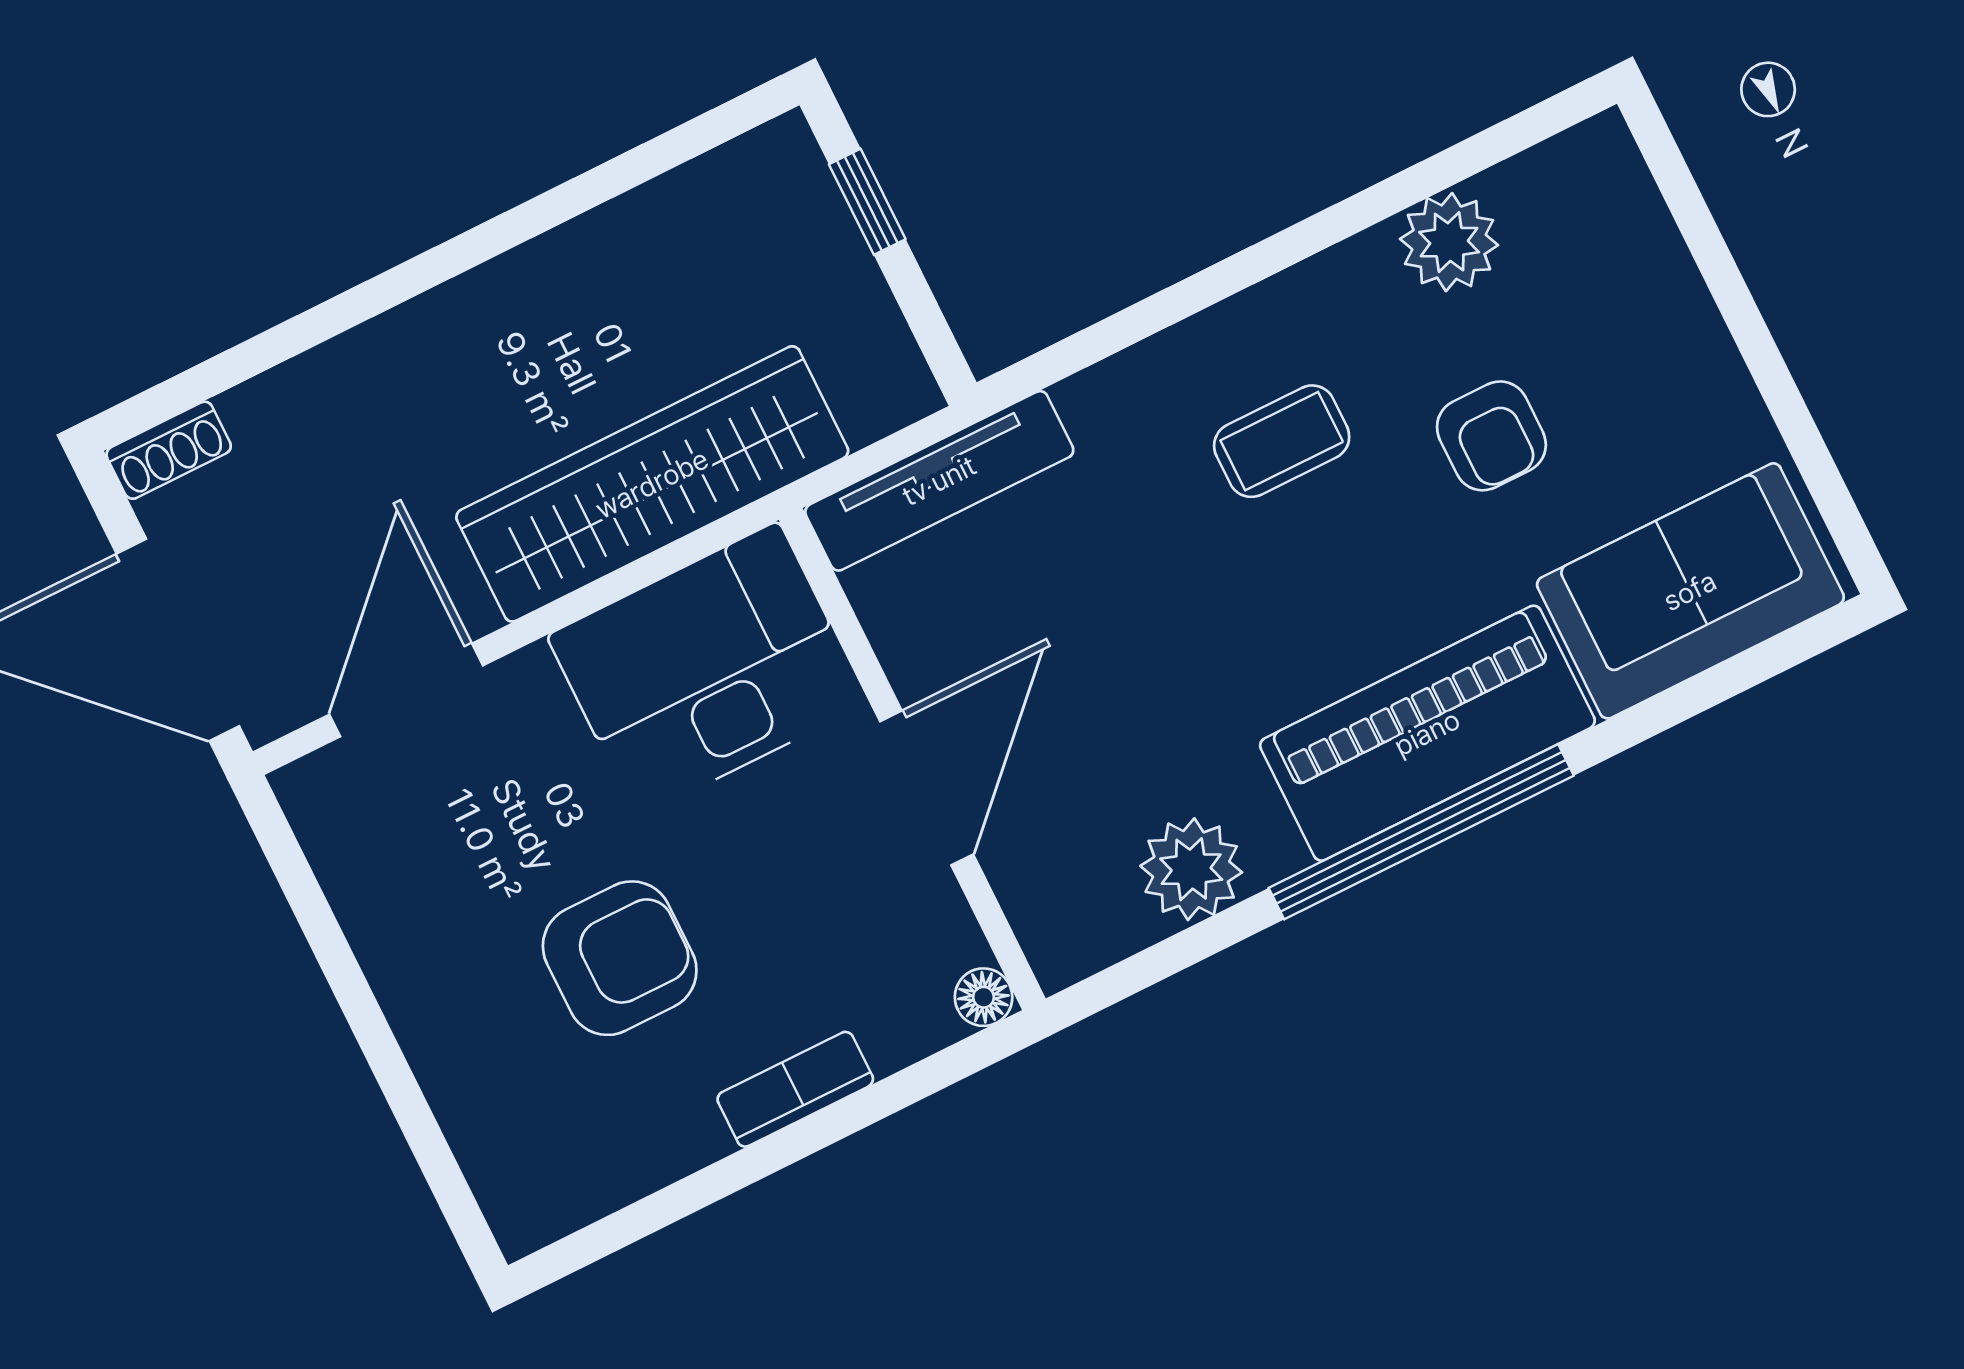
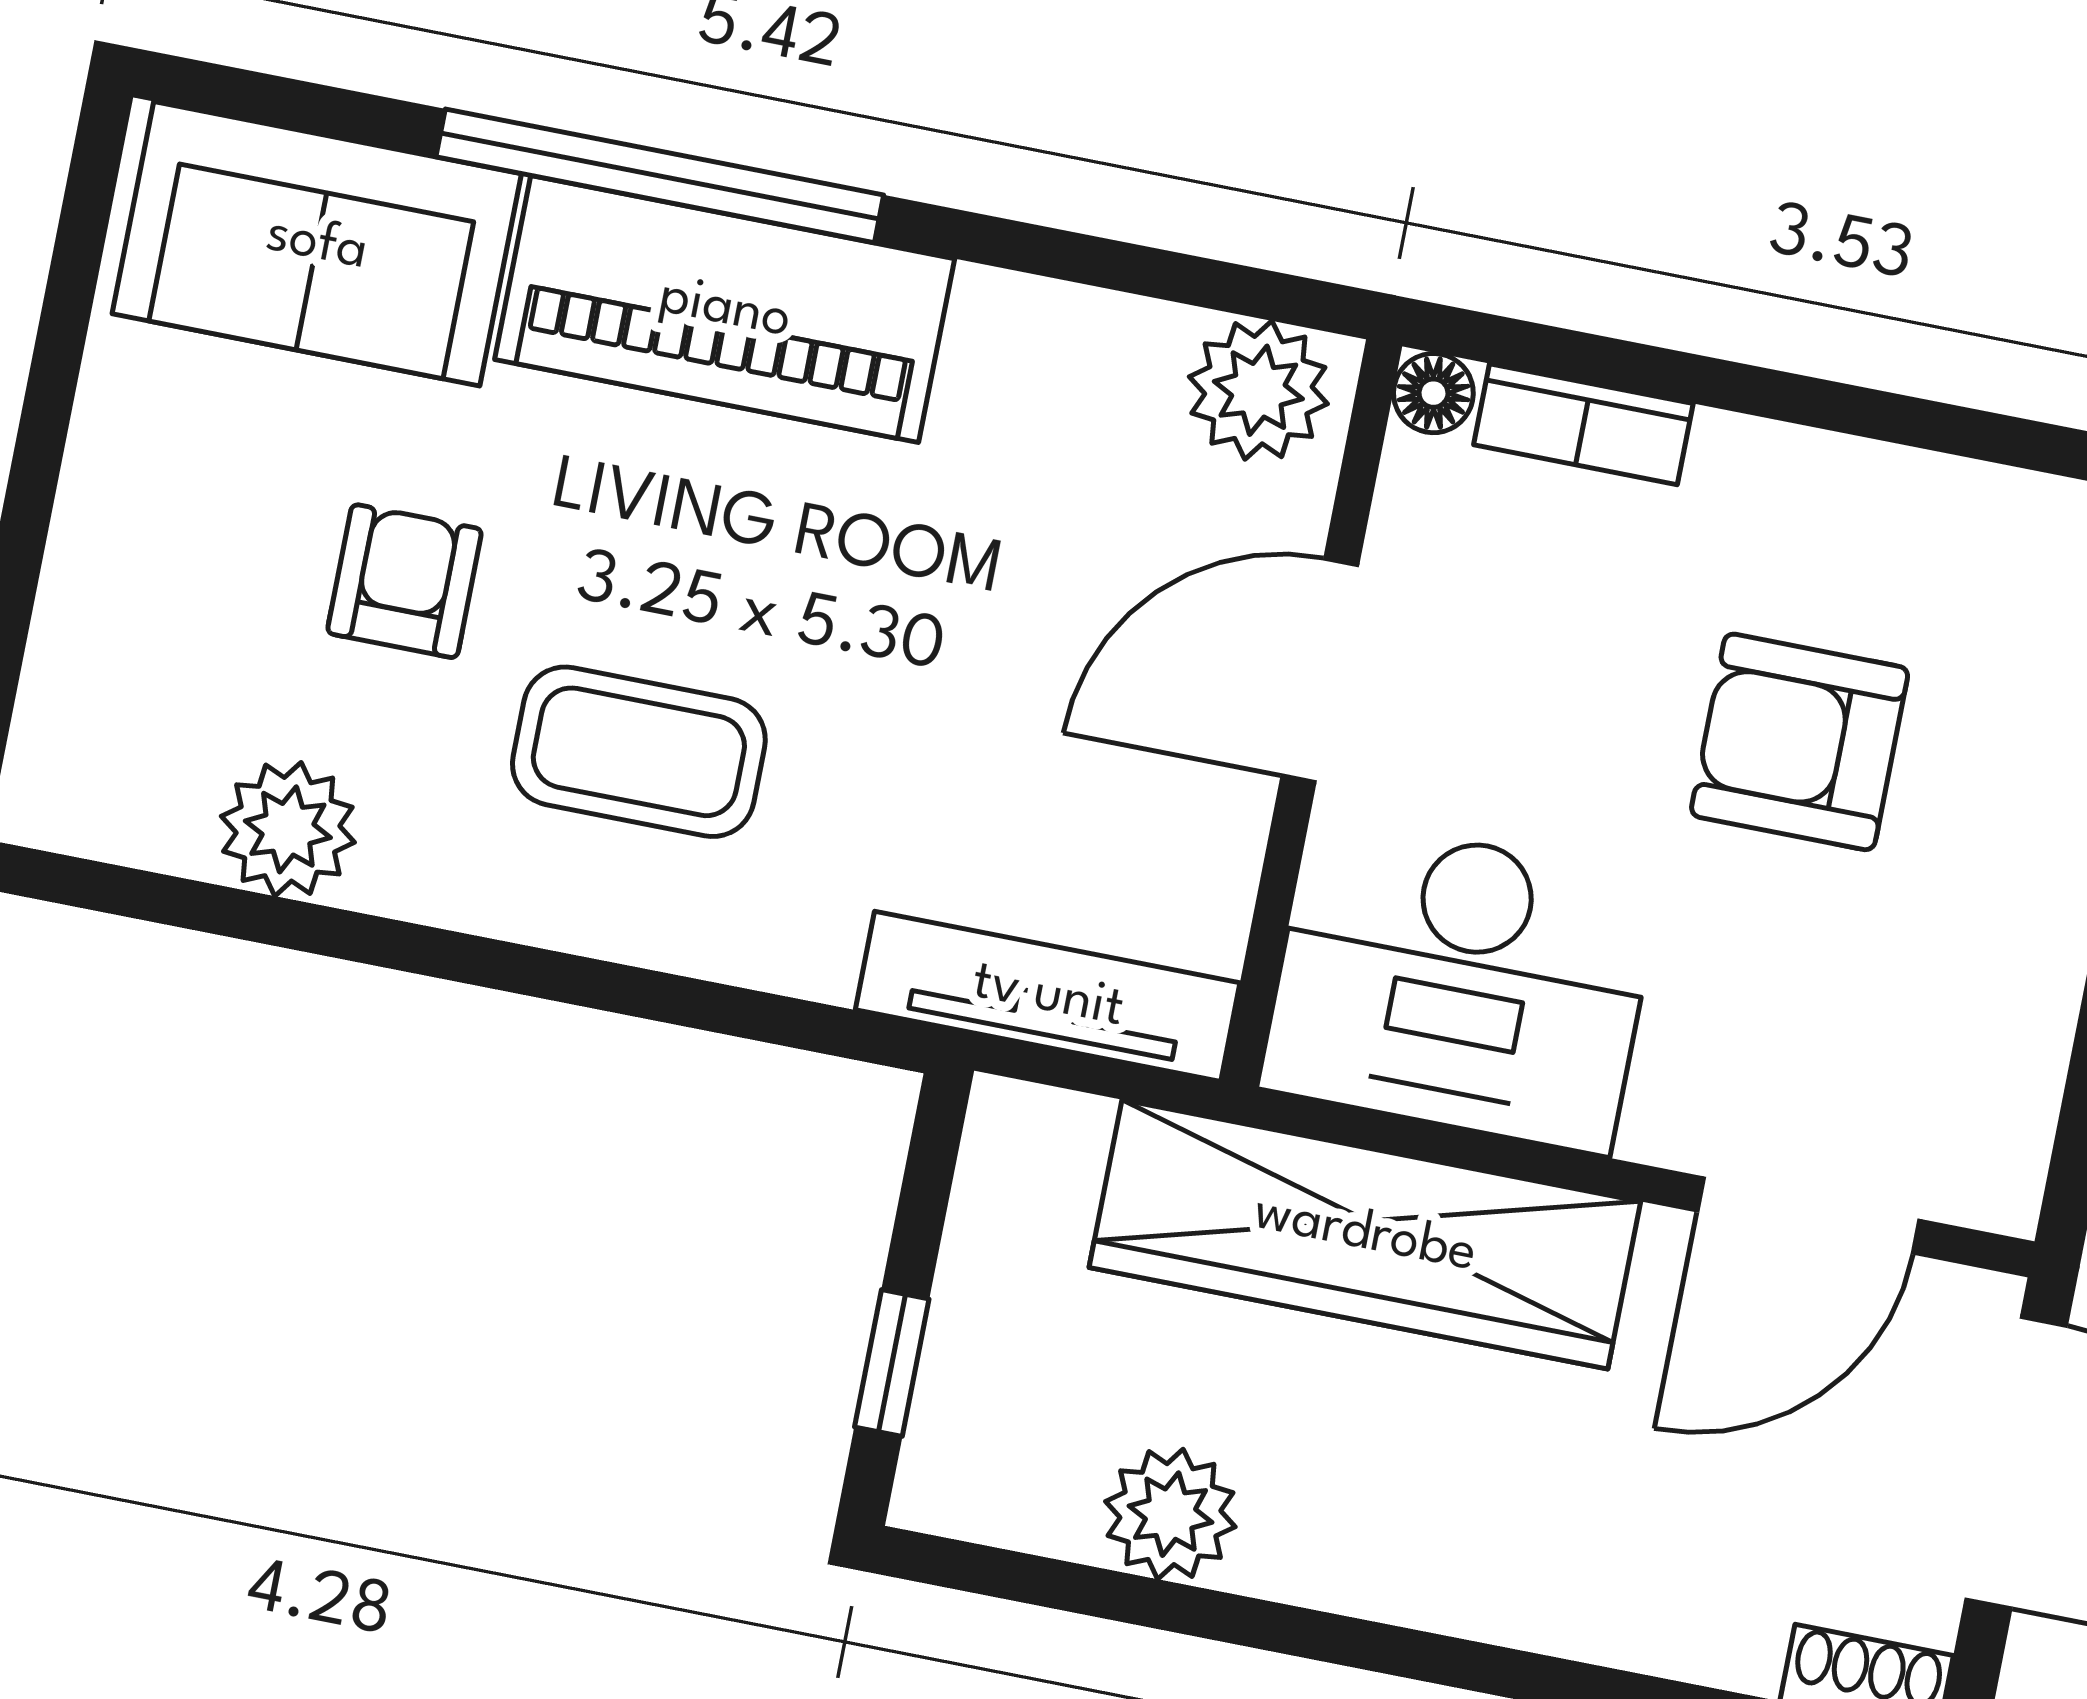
plant: (641, 238) -> (1170, 1514), added
coffee table: (1282, 441) -> (639, 752), width x1.36, depth x1.30
window: (1421, 832) -> (660, 176), moved
plant: (1191, 869) -> (1258, 390), moved
bookcase: (795, 1089) -> (1583, 424), moved

